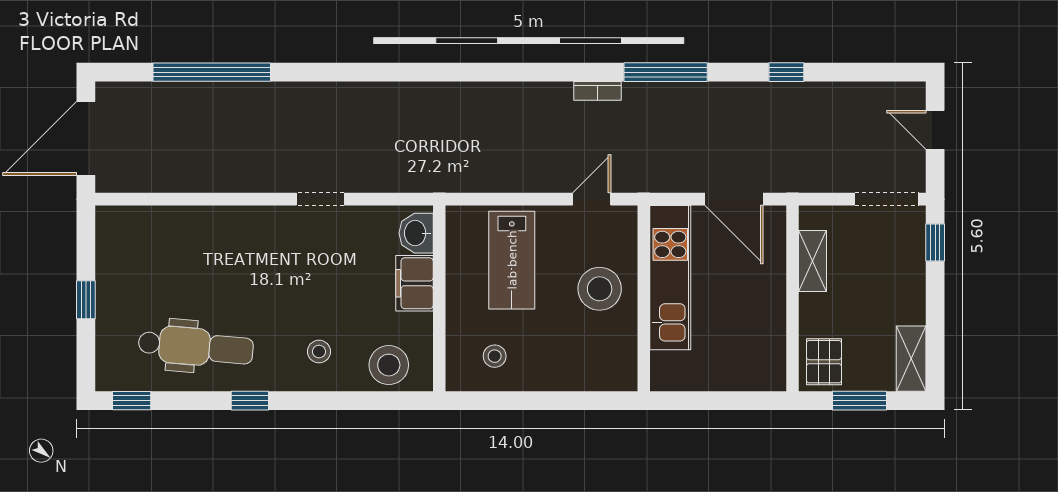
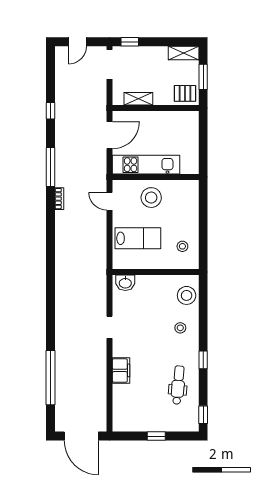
filing cabinet: (415, 283) -> (121, 370), moved, turned -90
dental chair: (196, 347) -> (178, 385), width x0.73, depth x0.72

